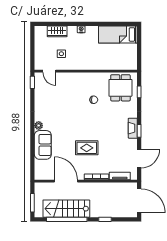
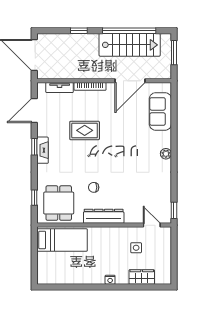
bed: (118, 34) -> (62, 240), moved
dresser: (86, 78) -> (104, 216), added
sofa: (43, 145) -> (160, 111), moved
rug: (87, 148) -> (85, 130), moved
door: (66, 181) -> (130, 81), hinge flipped

